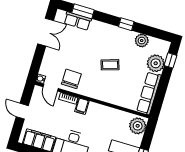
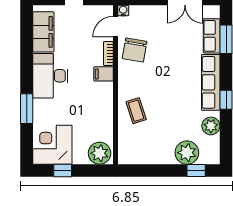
coffee table: (110, 65) -> (136, 111), moved
chair: (71, 79) -> (135, 50), turned 99
row of seats: (149, 93) -> (211, 82), moved, turned -90

